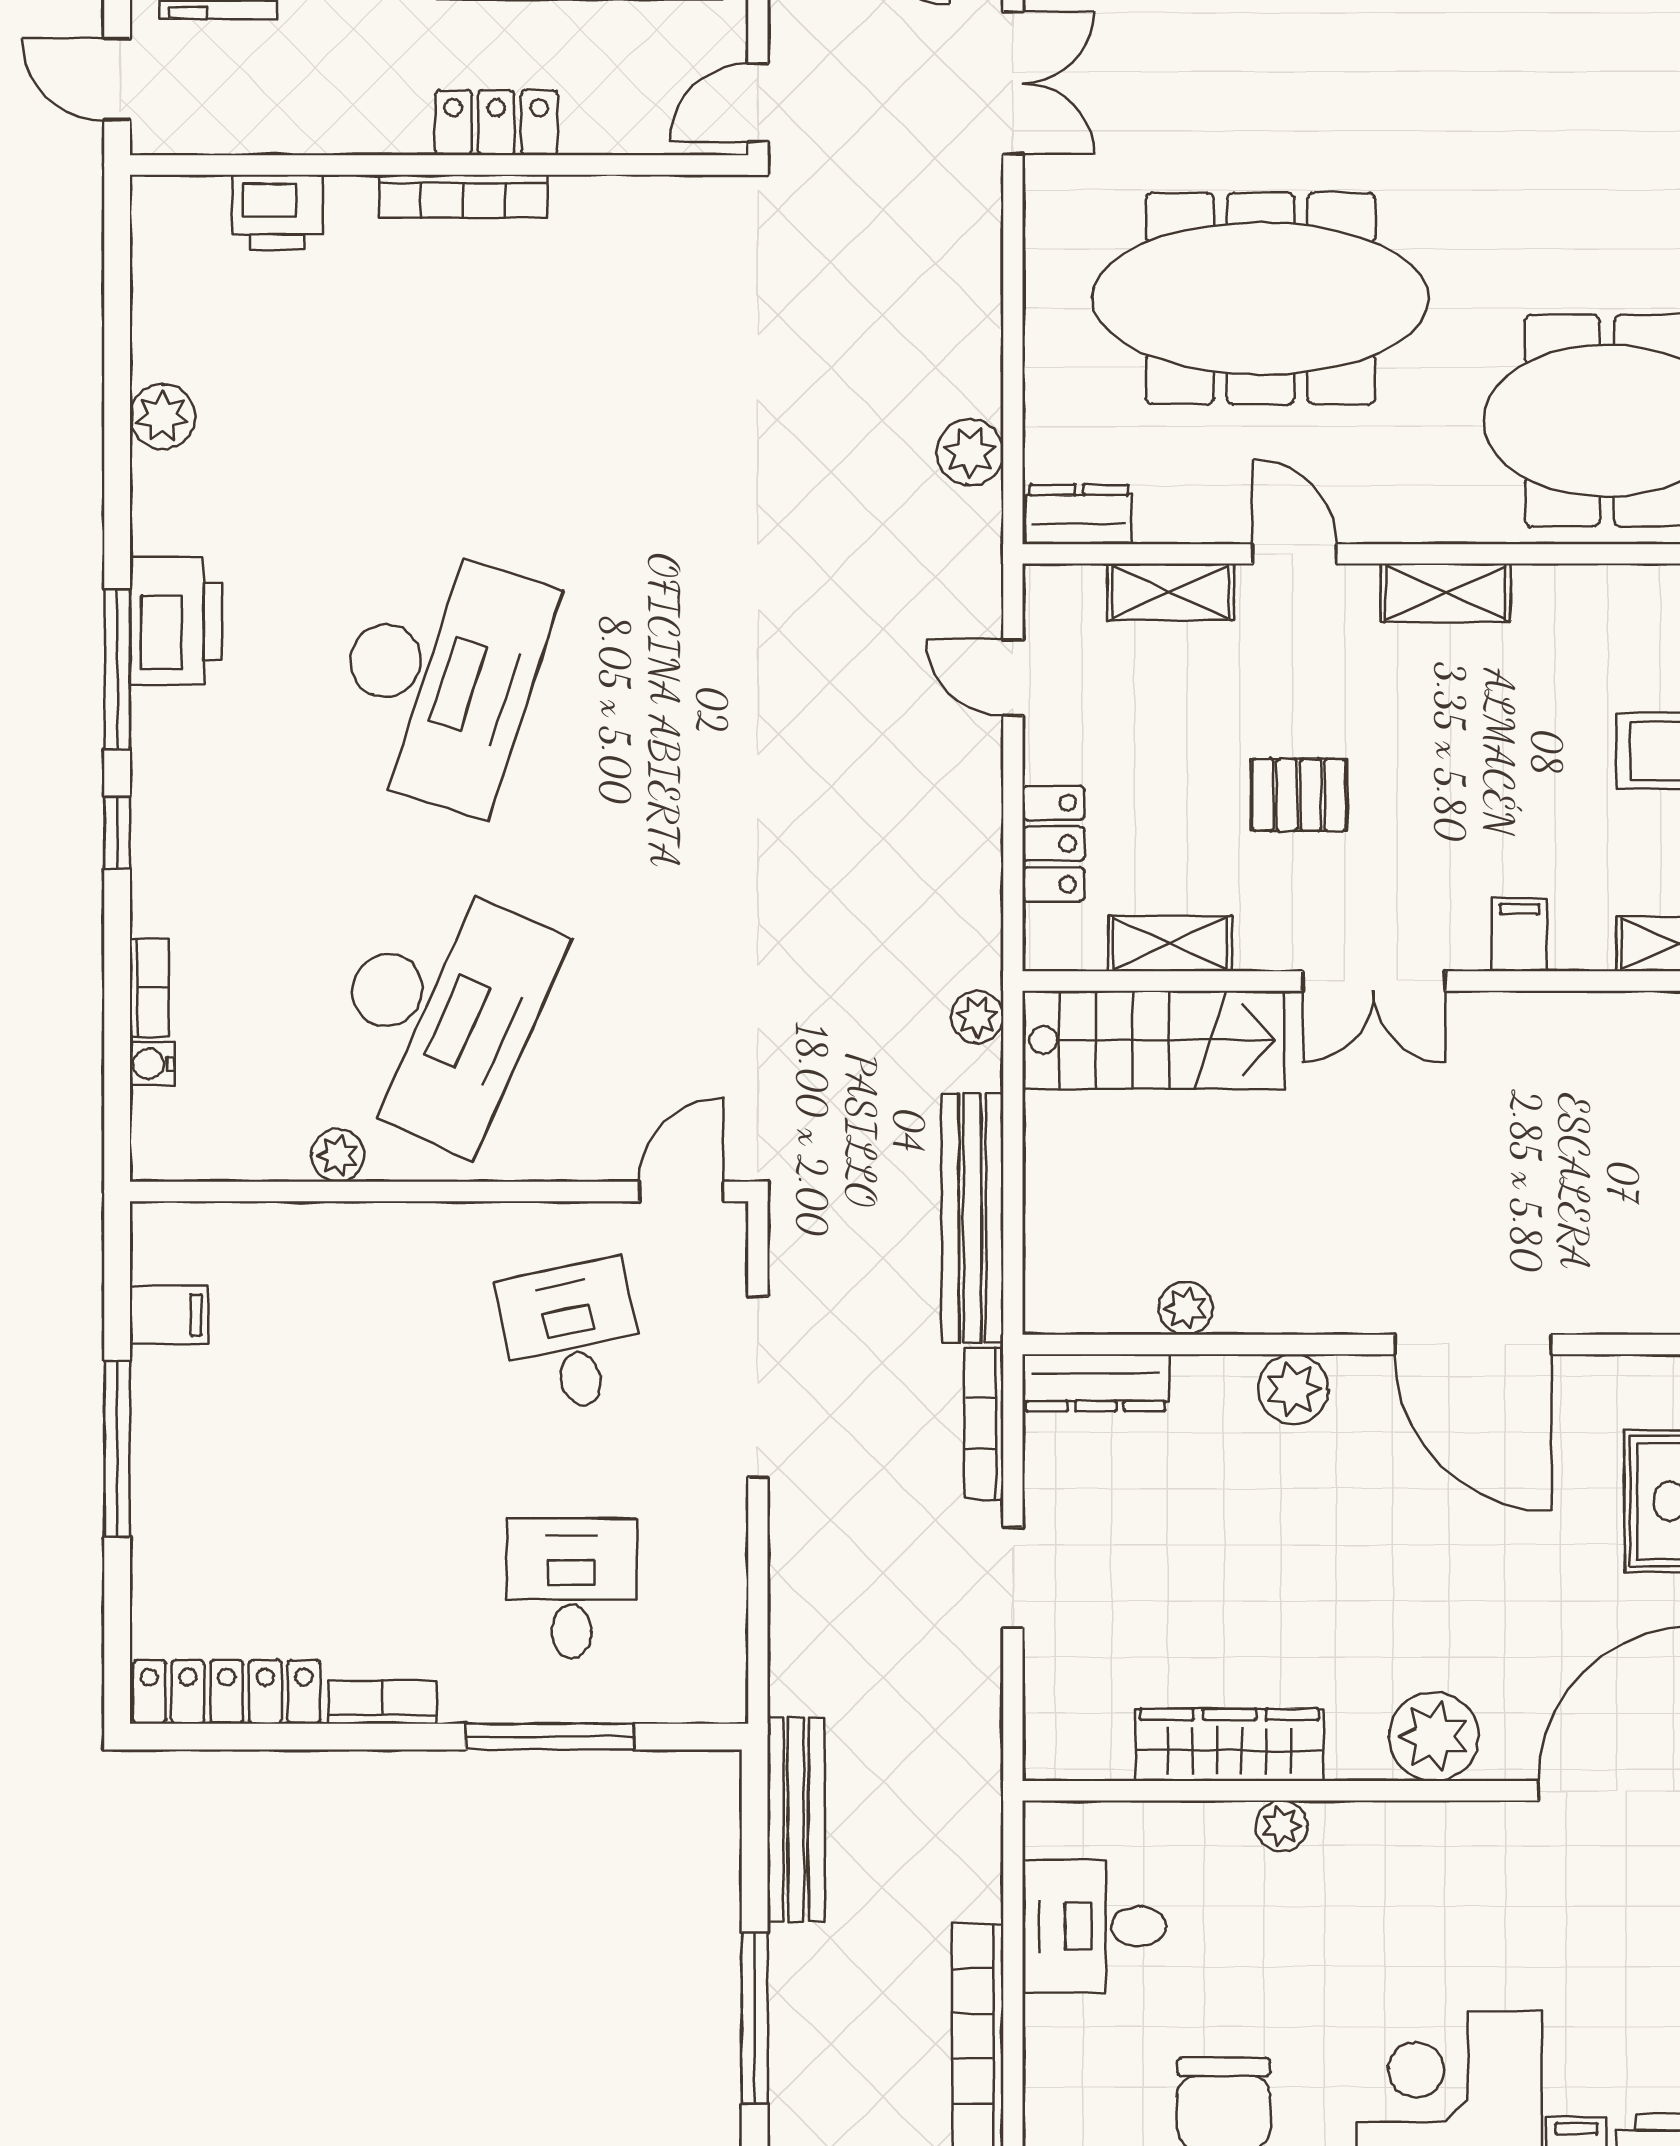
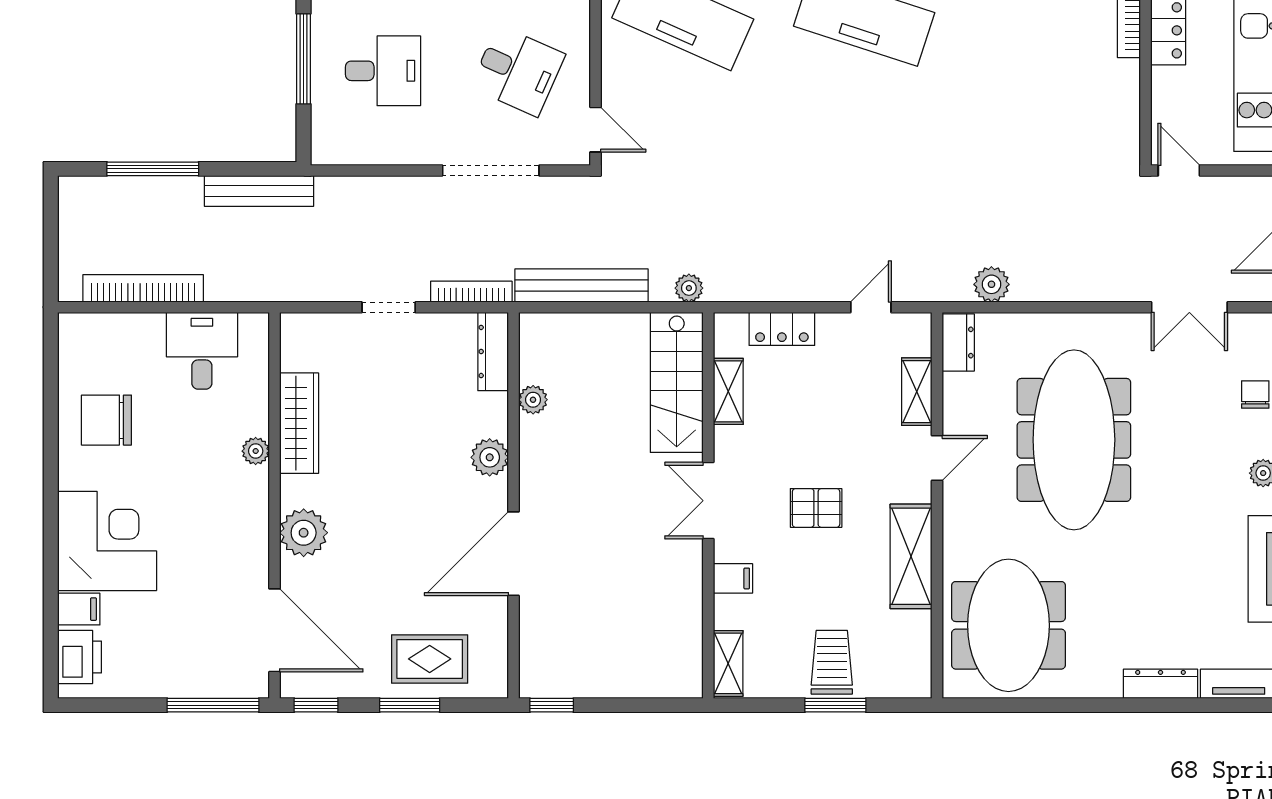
shelving: (1445, 593) -> (911, 556), width x1.50, depth x1.33
pallet: (1299, 795) -> (816, 508), moved, turned 90
desk: (572, 1337) -> (518, 71), turned 36

